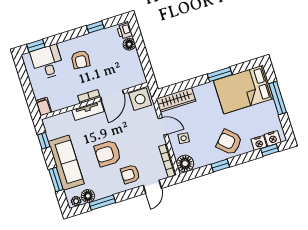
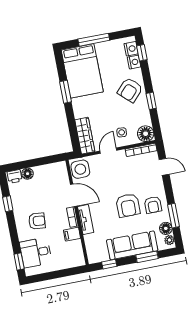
filing cabinet: (44, 107) -> (72, 234), moved
armchair: (130, 174) -> (153, 205), moved

